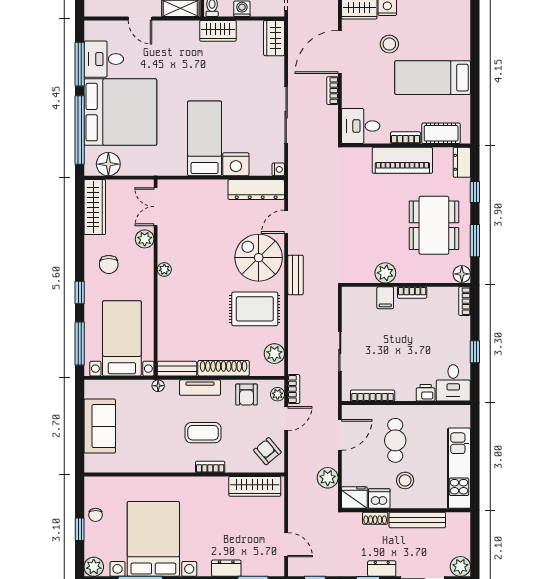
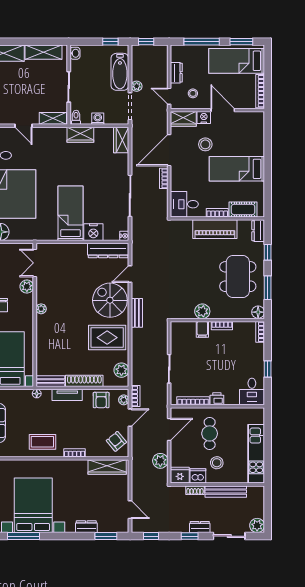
printer: (426, 393) -> (217, 399), moved
coffee table: (203, 433) -> (42, 442), moved

